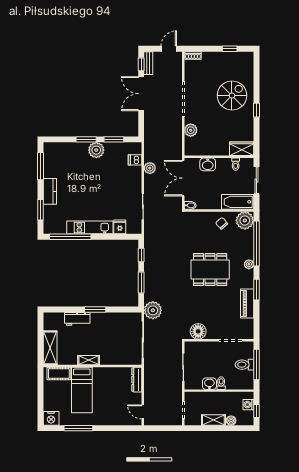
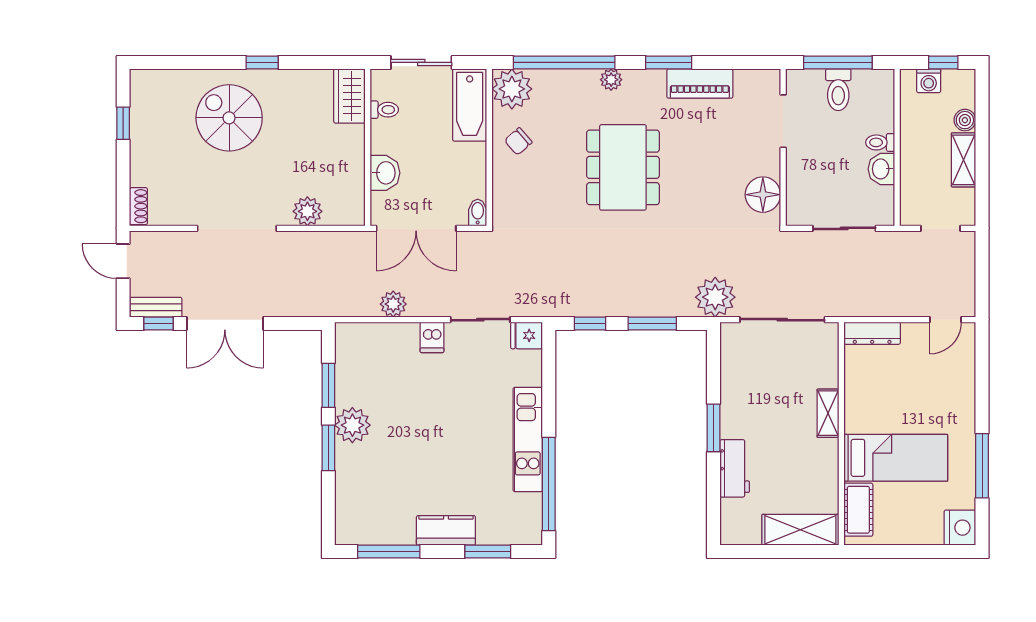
dishwasher: (135, 160) -> (432, 337), moved
fridge: (120, 227) -> (527, 335), moved
shelving: (89, 360) -> (828, 413), moved

